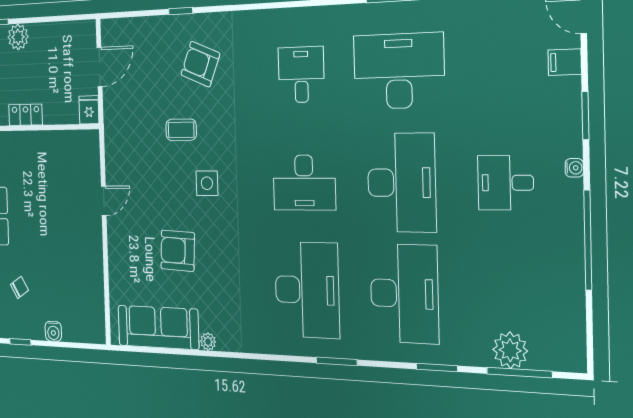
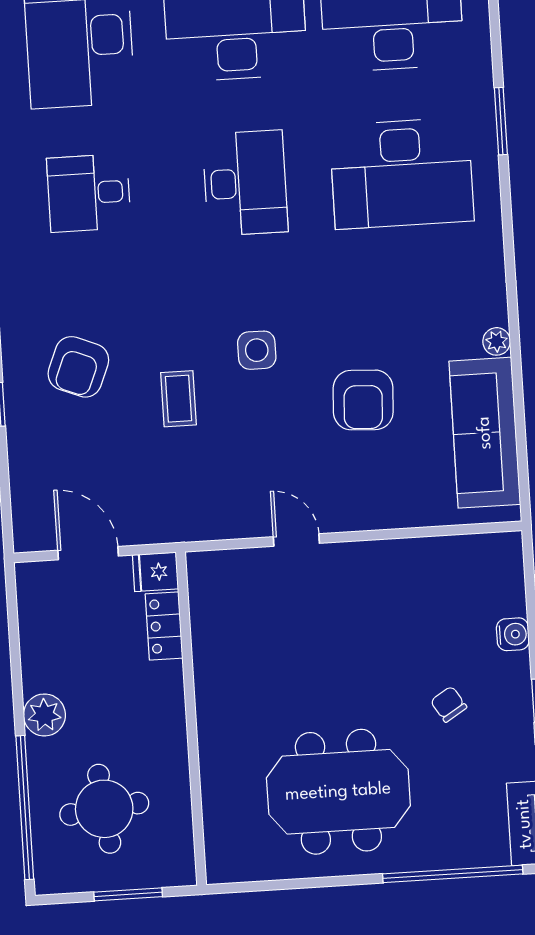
locker: (26, 115) -> (164, 626), moved
desk: (307, 290) -> (402, 173), turned 180

